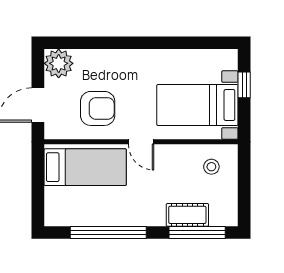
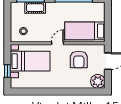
armchair: (98, 108) -> (79, 59), turned -90
door: (141, 142) -> (58, 43), hinge flipped

